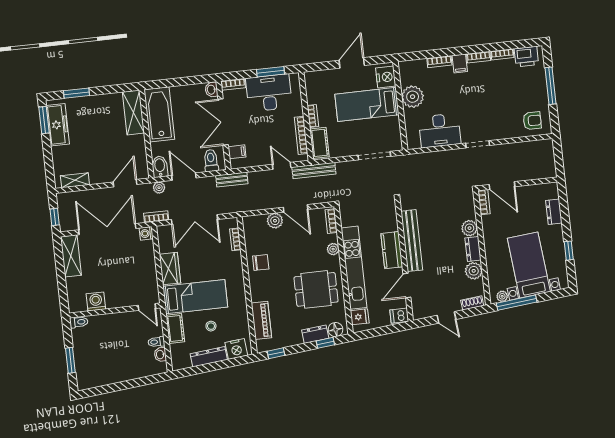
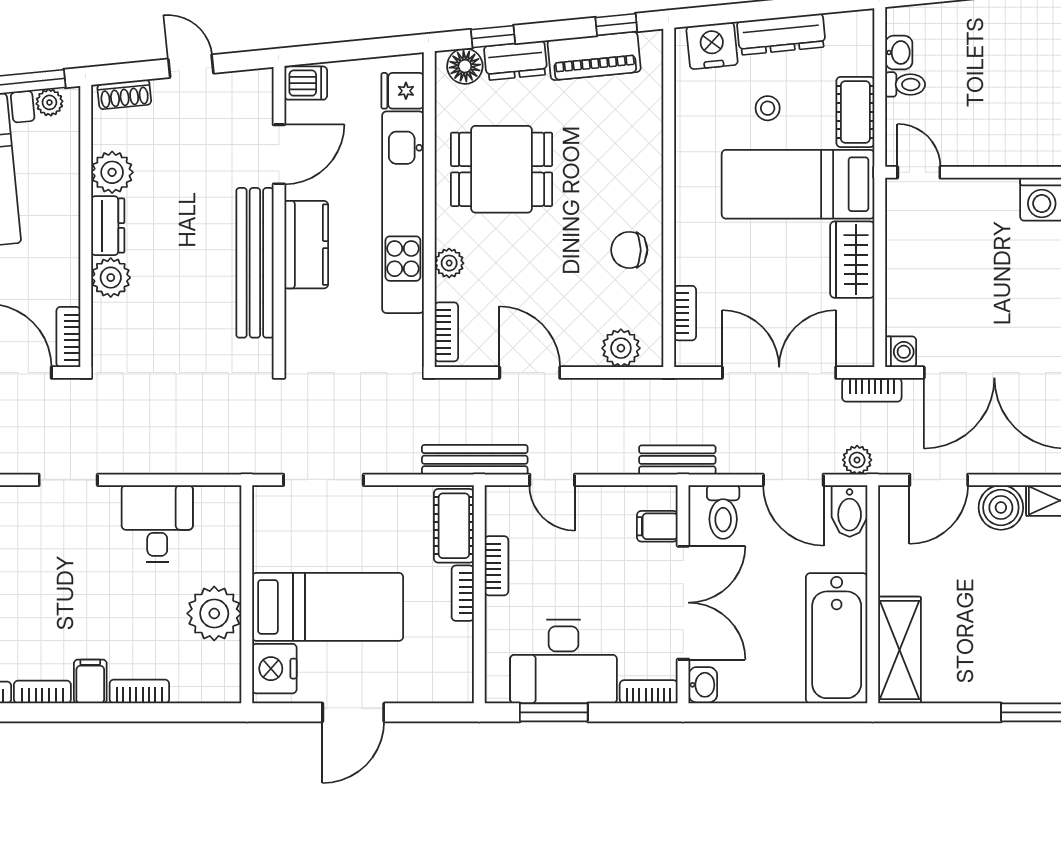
desk: (440, 131) -> (157, 524), width x0.73
bookcase: (301, 135) -> (496, 566), width x0.64
boiler: (99, 175) -> (1001, 508), added
plant: (275, 221) -> (621, 348), moved
piano: (261, 320) -> (594, 56), moved, turned -96

